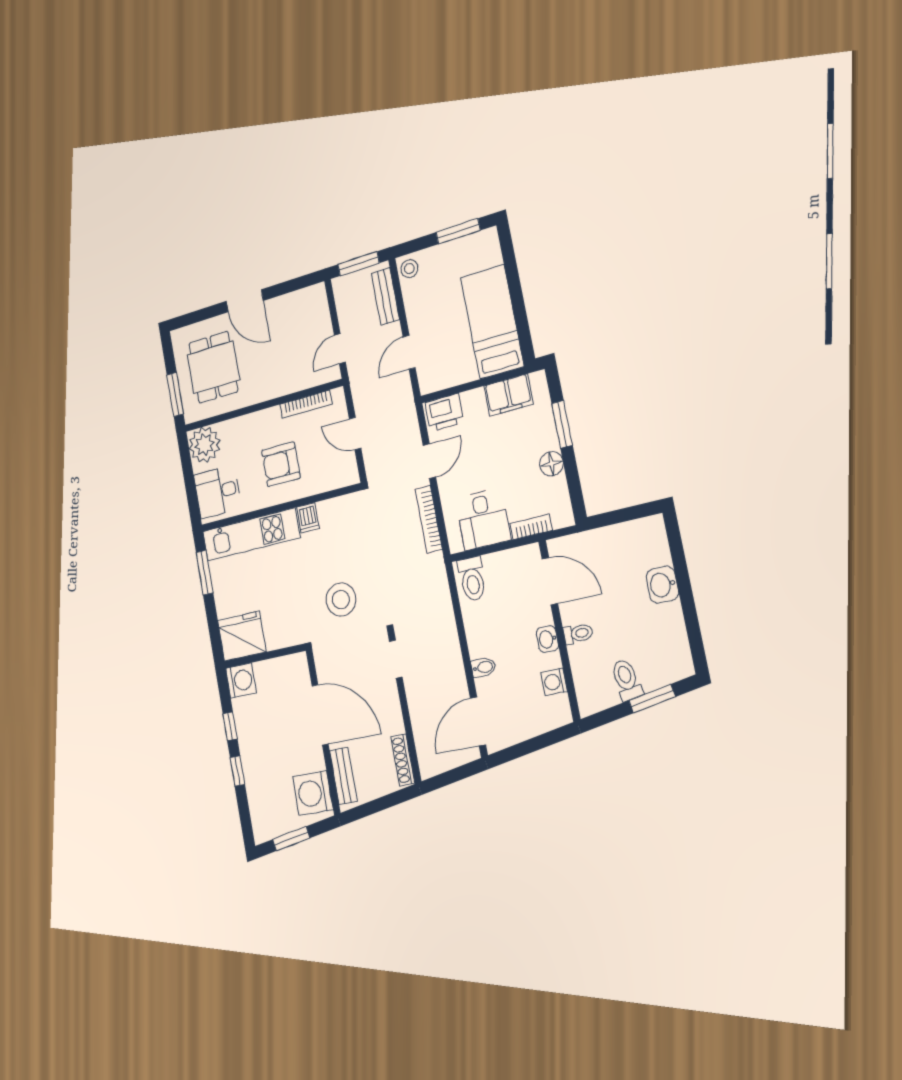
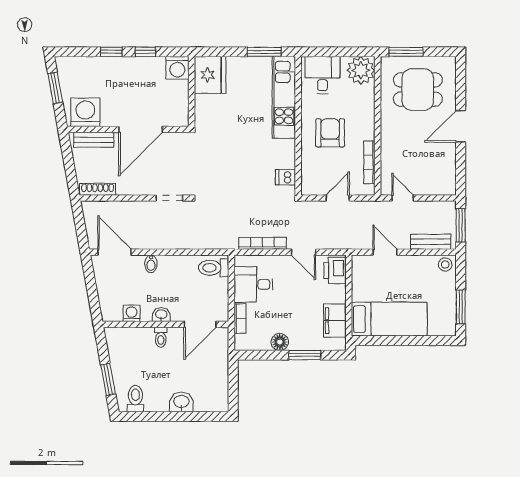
dishwasher: (308, 518) -> (285, 177), moved
stool: (341, 600) -> (220, 163), removed
toilet: (627, 680) -> (135, 399), moved, turned -80

